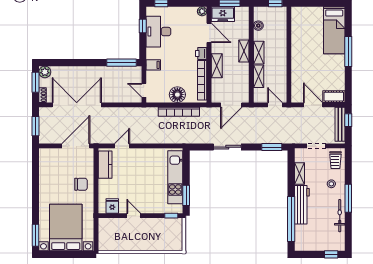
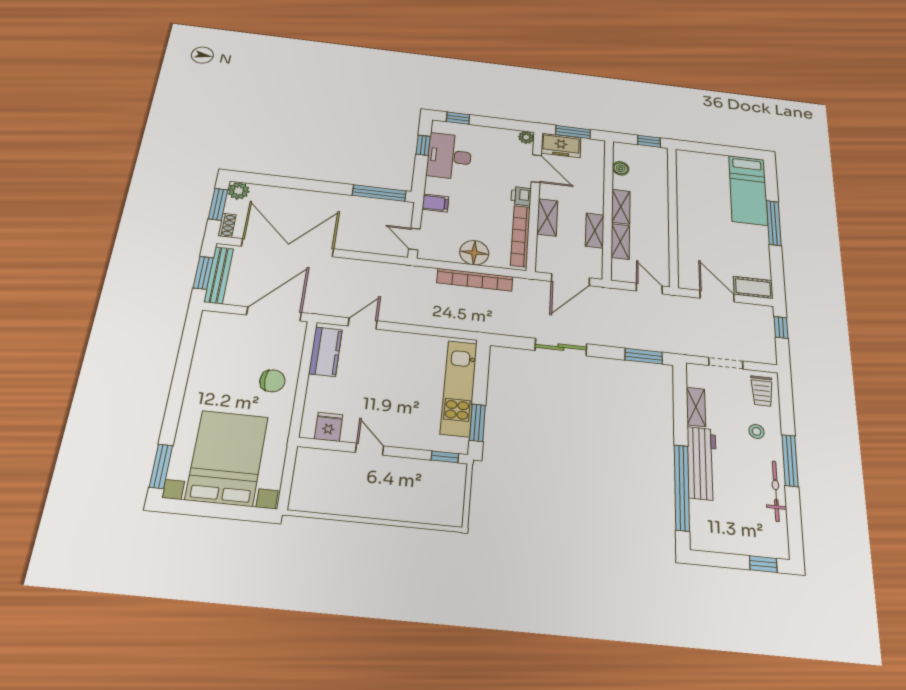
shelving: (244, 51) -> (595, 231), moved
bench: (340, 124) -> (219, 275), moved

